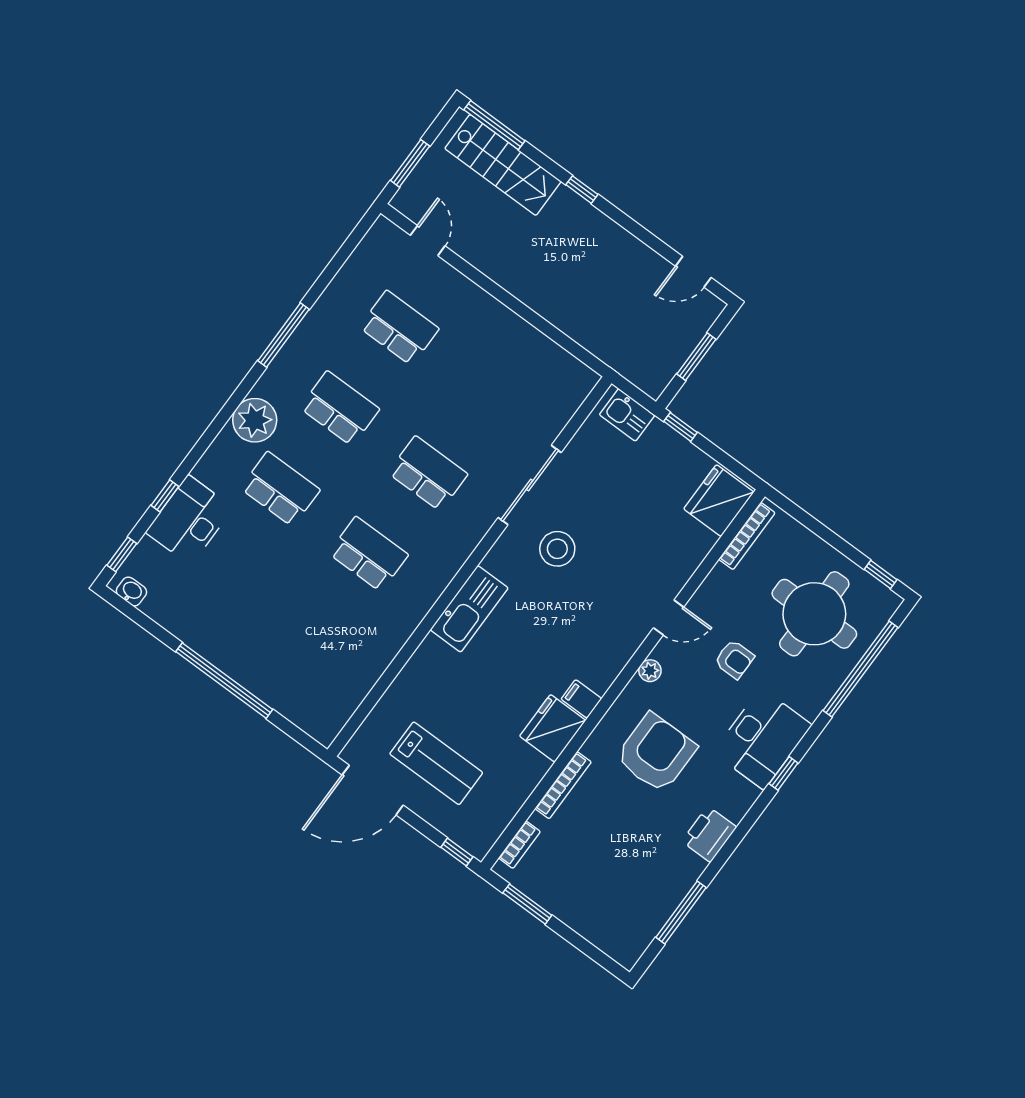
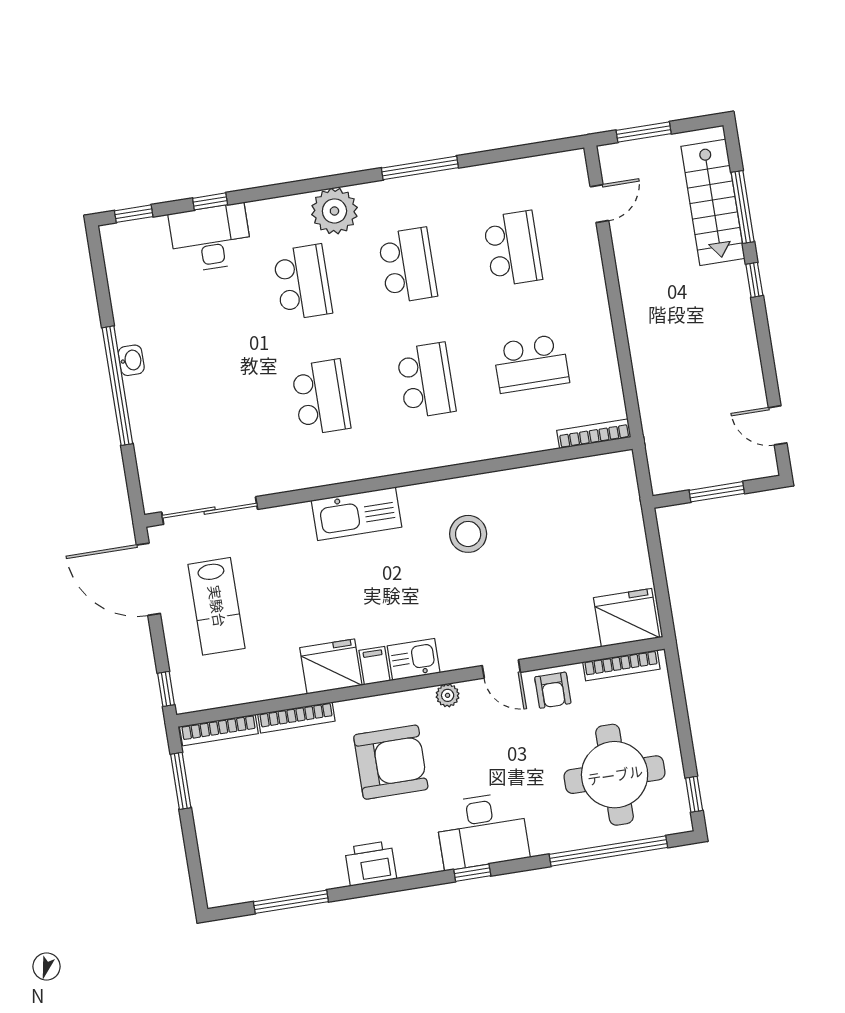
window: (494, 125) -> (743, 207), moved
school desk: (487, 393) -> (531, 364), added
bookcase: (576, 399) -> (594, 434), added
kitchen sink: (627, 415) -> (414, 659), moved, turned 90
window: (681, 427) -> (652, 533), removed
sliding door: (530, 485) -> (210, 511), moved
washbasin: (131, 591) -> (131, 360), moved
armchair: (734, 659) -> (553, 690), moved
bookcase: (519, 845) -> (219, 730), width x1.56

